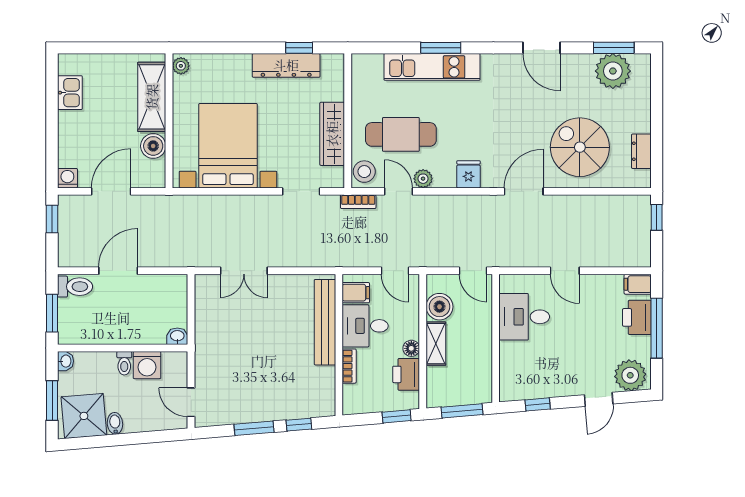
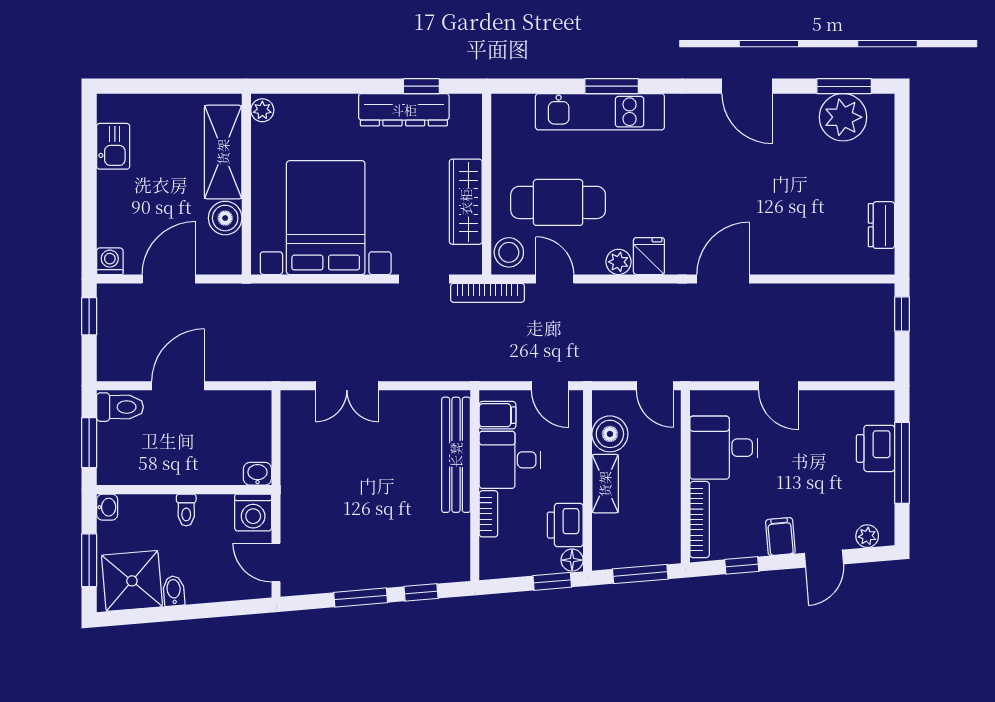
spiral stairs: (580, 147) -> (799, 220), removed
plant: (423, 179) -> (618, 262), moved
bookcase: (358, 202) -> (487, 293), width x1.56
filing cabinet: (638, 284) -> (780, 537), moved, turned 85
floor lamp: (411, 348) -> (572, 560), moved
washing machine: (147, 365) -> (253, 512), moved
bookcase: (506, 370) -> (700, 520), added
plant: (630, 375) -> (867, 536), width x0.53, depth x0.53

